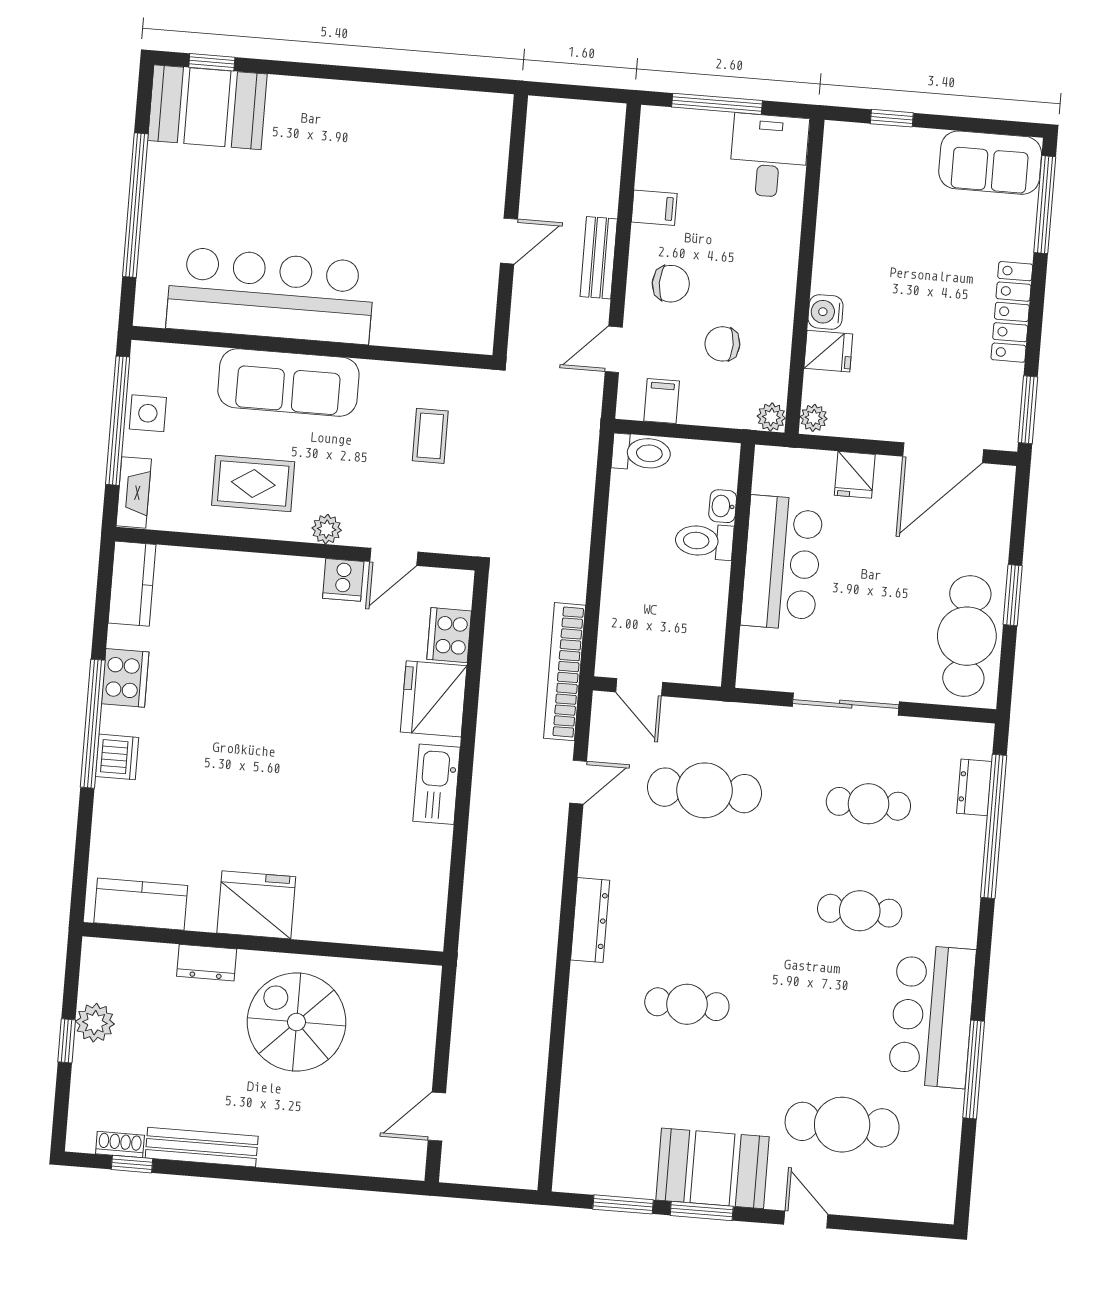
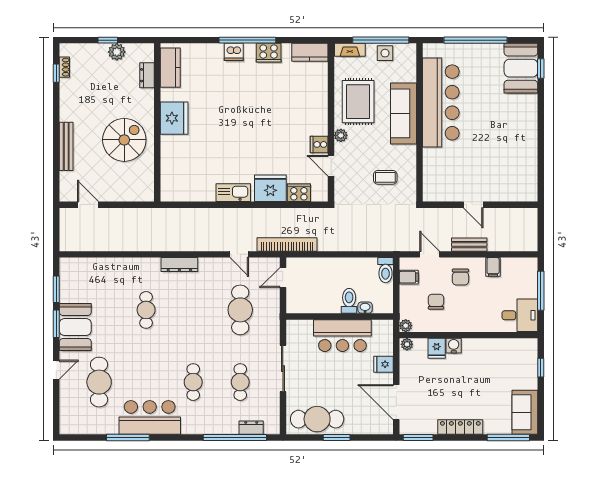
rug: (253, 484) -> (358, 102), width x1.36, depth x1.43
dresser: (207, 963) -> (147, 75), moved
bench: (202, 1147) -> (66, 146), moved

